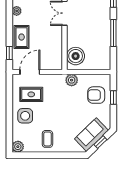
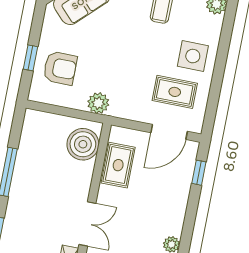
rug: (22, 37) -> (118, 165), moved

